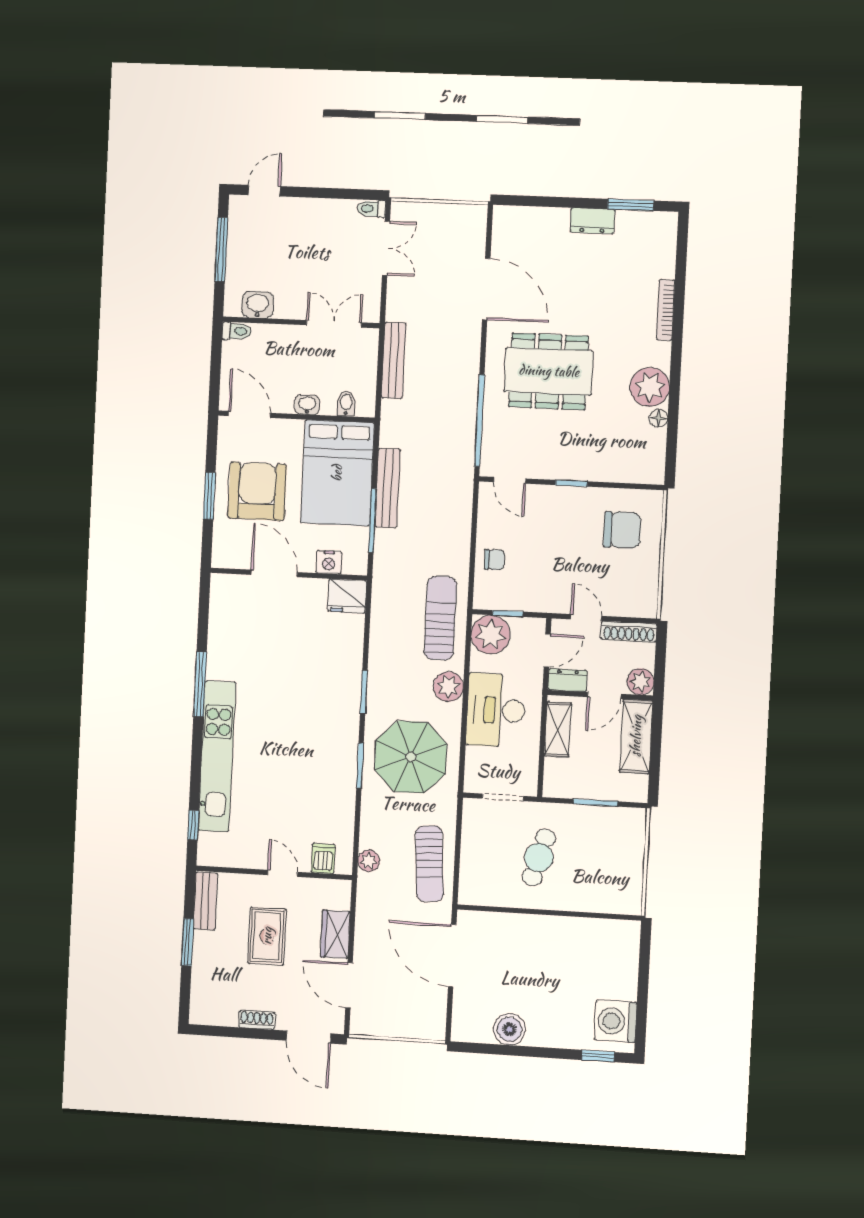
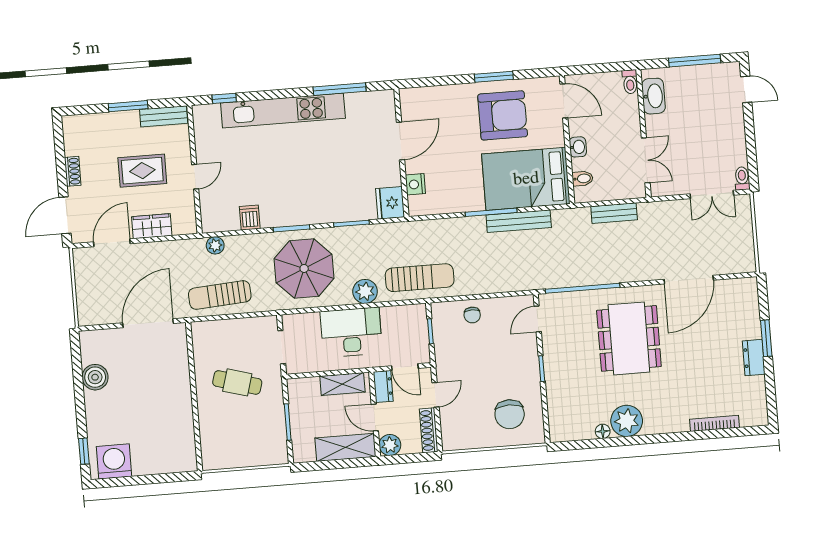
window: (631, 205) -> (766, 338), moved
washbasin: (258, 305) -> (653, 96), width x1.38
bookcase: (666, 310) -> (714, 423), moved
bench: (394, 360) -> (614, 213), width x0.73
door: (249, 414) -> (564, 101), hinge flipped
nightstand: (329, 562) -> (415, 184), moved
door: (274, 573) -> (400, 141), moved
wall: (289, 574) -> (401, 153), moved
fridge: (347, 596) -> (390, 203), moved
plant: (491, 635) -> (412, 320), removed
dishwasher: (323, 859) -> (250, 218), moved, turned -90

